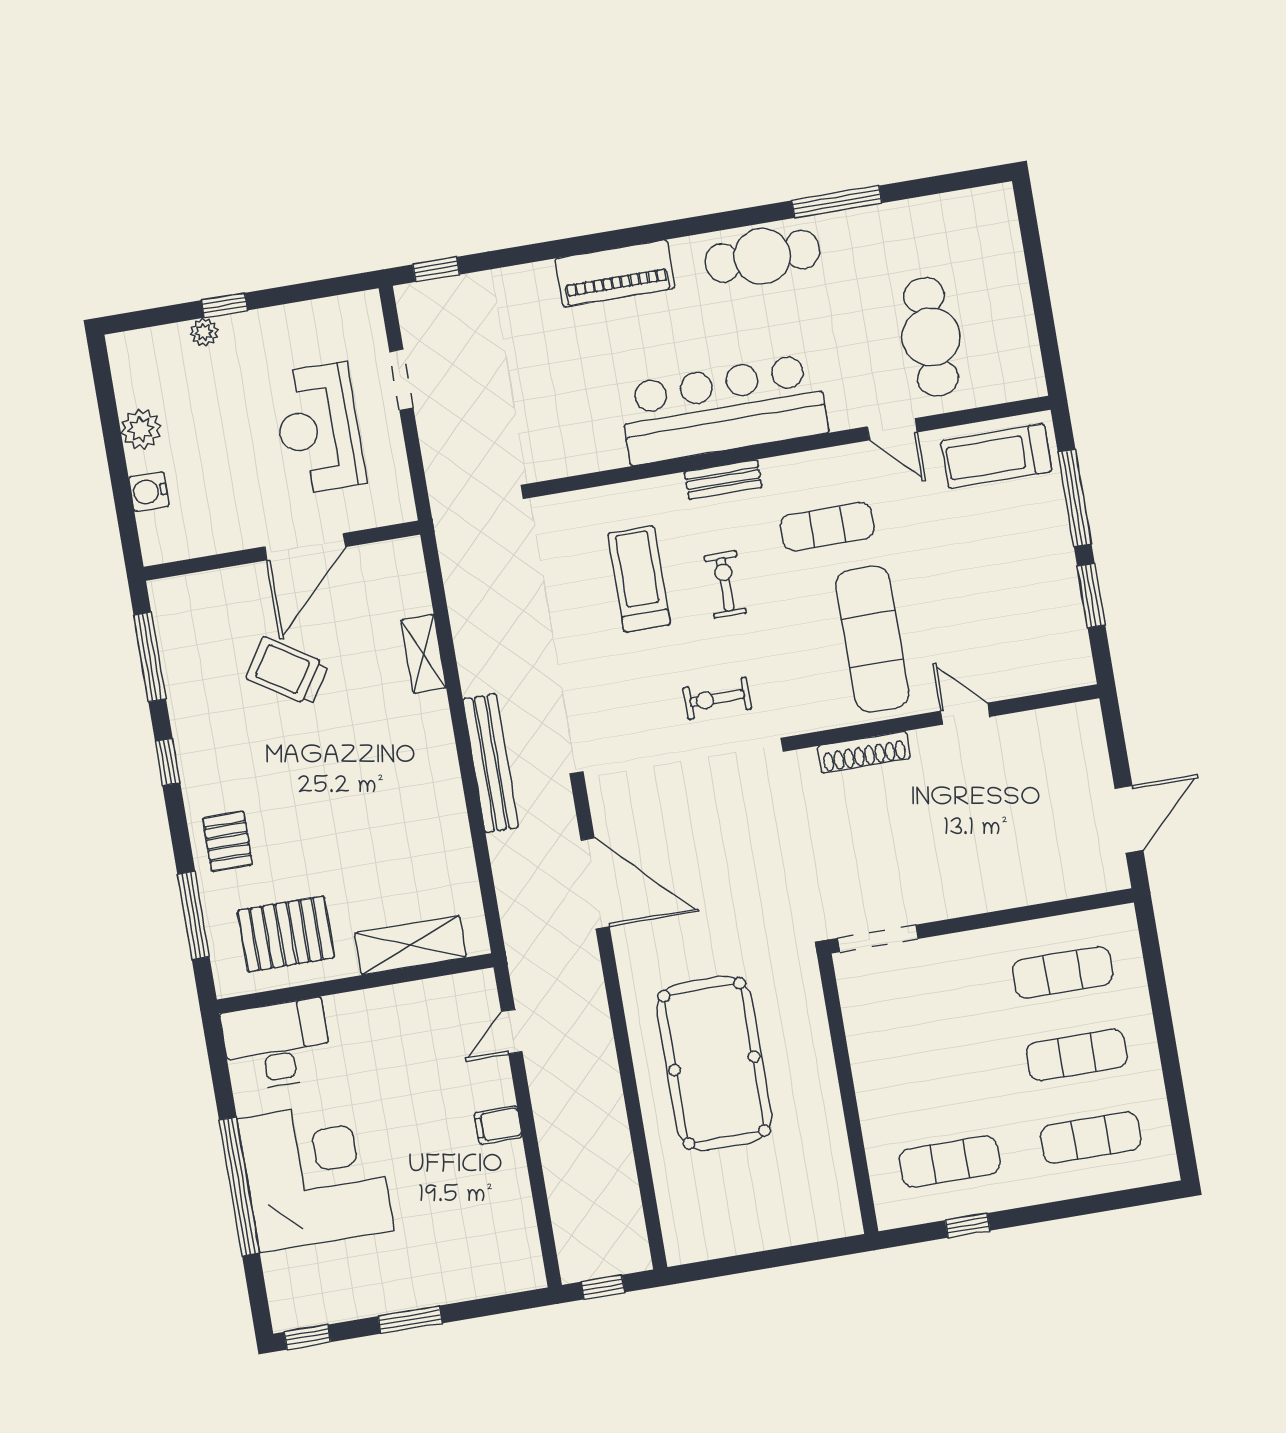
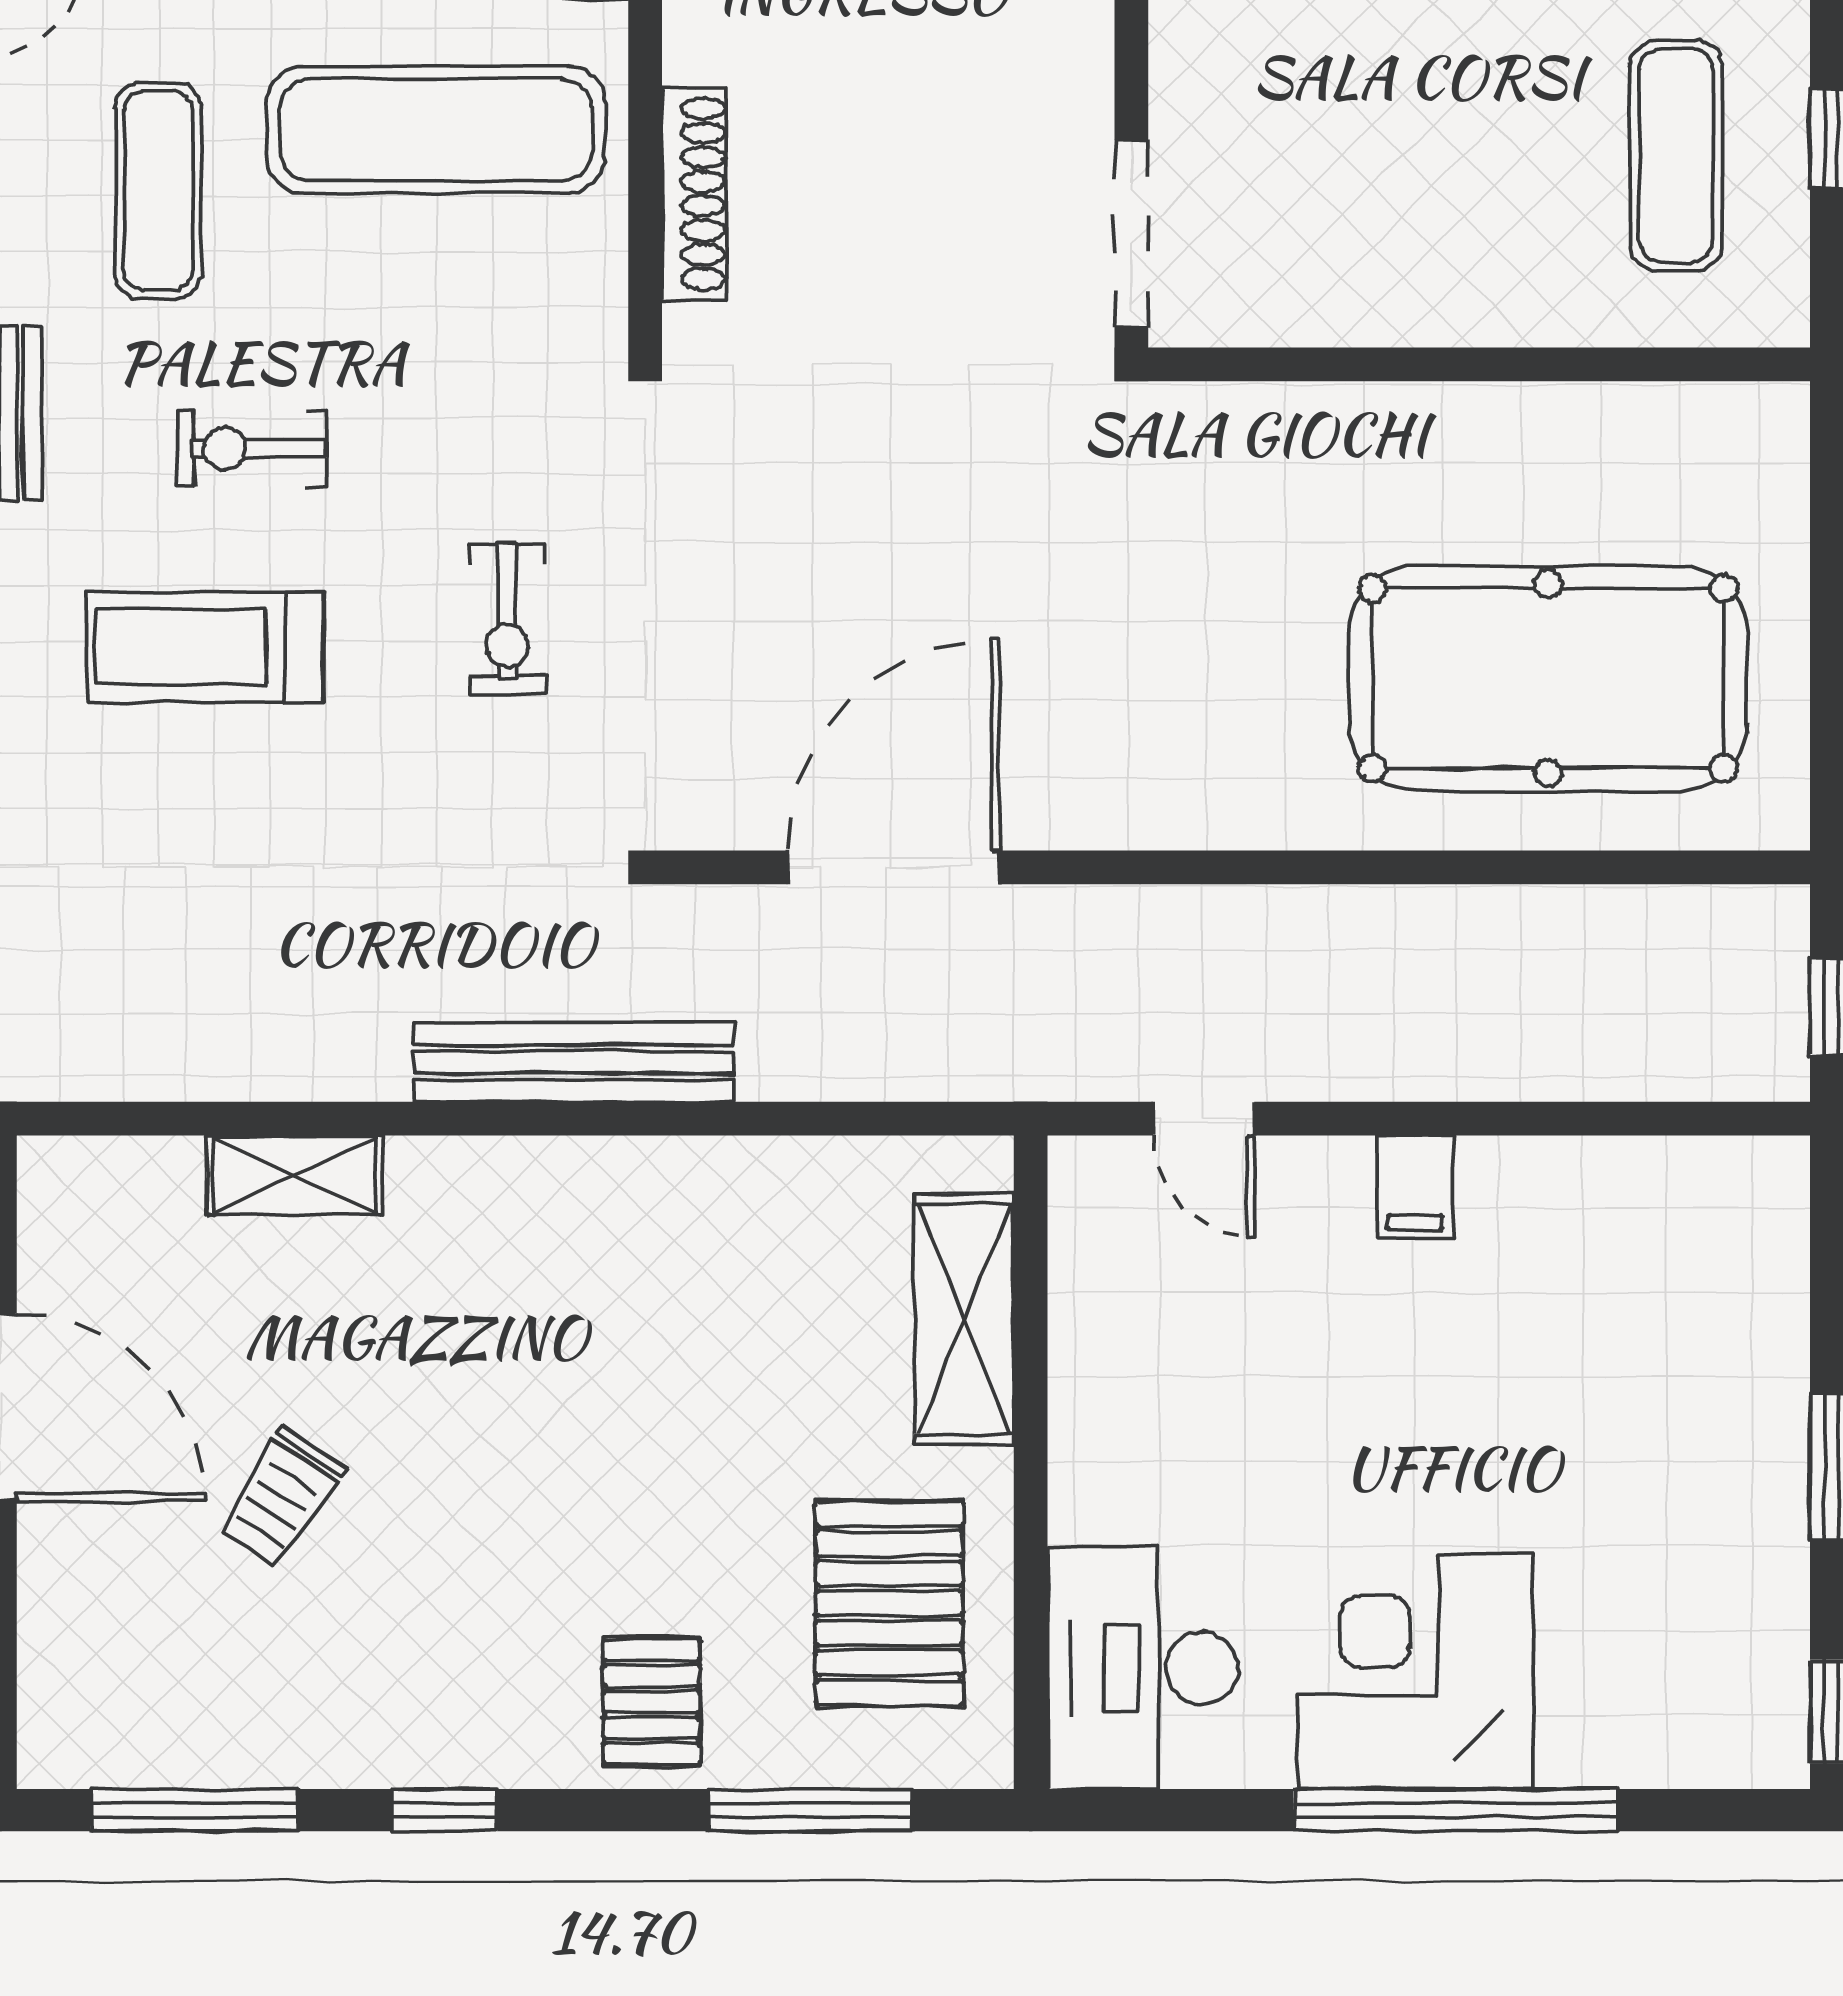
trolley: (287, 671) -> (281, 1497), width x0.73, depth x0.72
exercise bike: (717, 698) -> (507, 618), moved
pallet: (228, 841) -> (652, 1702), turned 90
pool table: (714, 1063) -> (1548, 678), moved
corner desk: (316, 1174) -> (1415, 1671), width x0.74, depth x0.74

